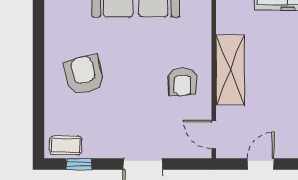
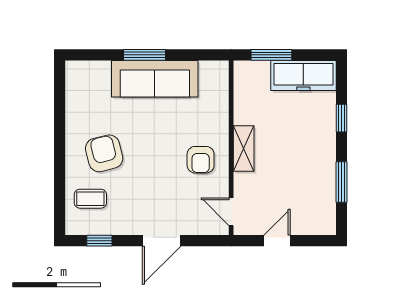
shelving: (230, 70) -> (244, 148), width x0.67, depth x0.75
coffee table: (66, 145) -> (90, 199), moved

